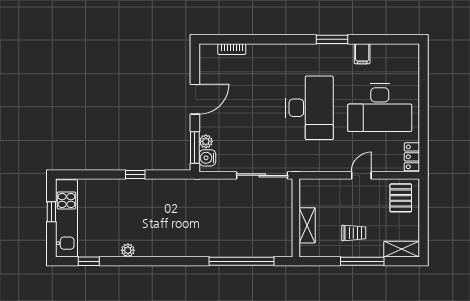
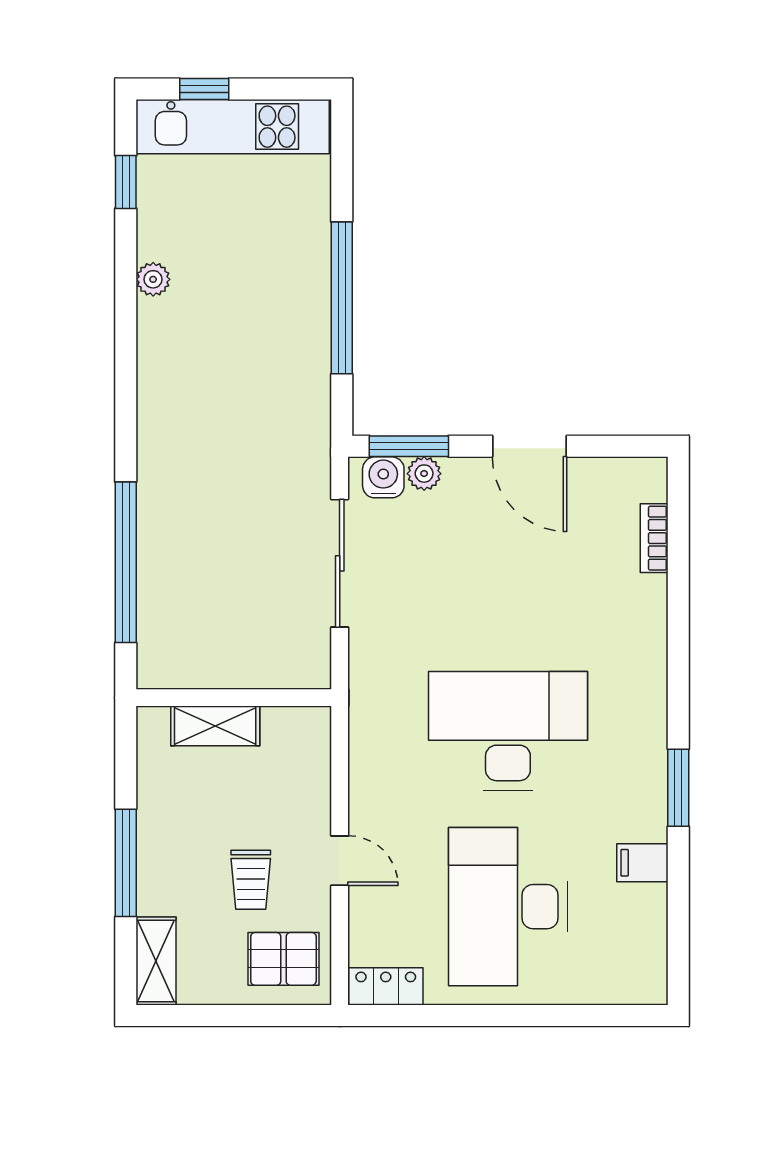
desk: (309, 108) -> (508, 731), turned 180
window: (135, 175) -> (342, 298), width x3.17
sliding door: (262, 175) -> (340, 563), moved
window: (51, 212) -> (204, 89), moved
trolley: (354, 233) -> (251, 880), moved

